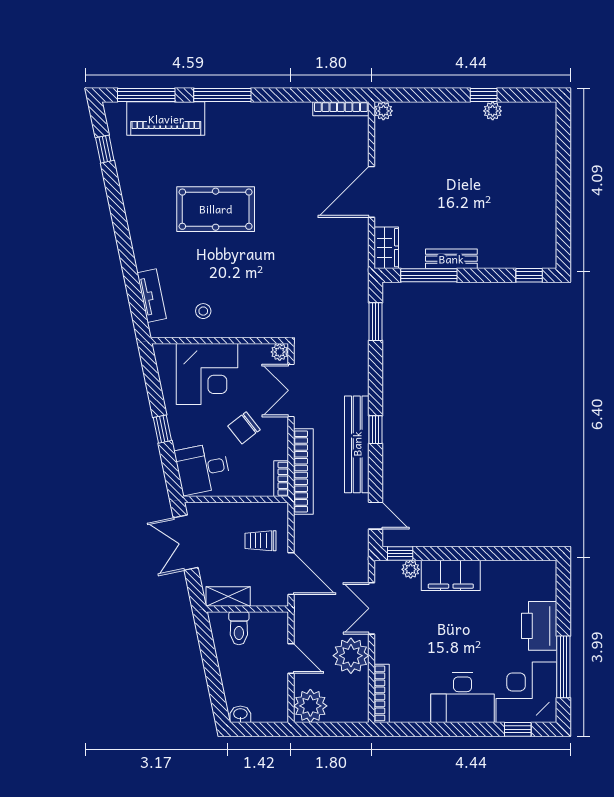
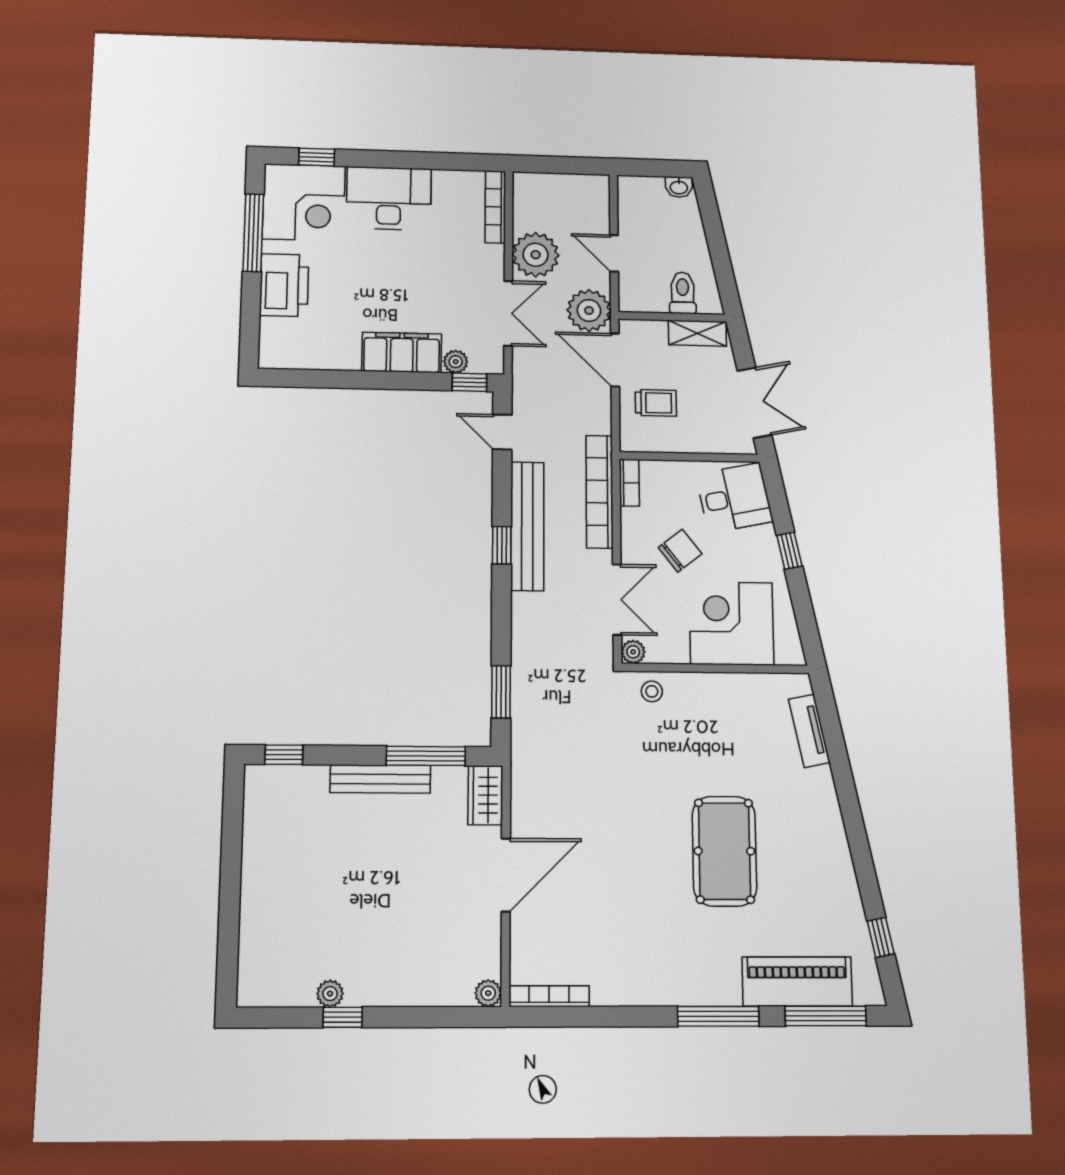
pool table: (216, 209) -> (724, 851), turned 90
bench: (451, 259) -> (380, 779), width x1.36
stool: (203, 311) -> (652, 691), moved
plant: (310, 706) -> (589, 310), moved

